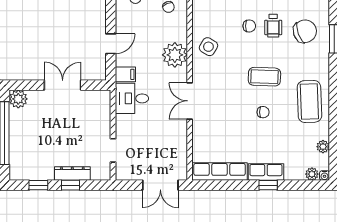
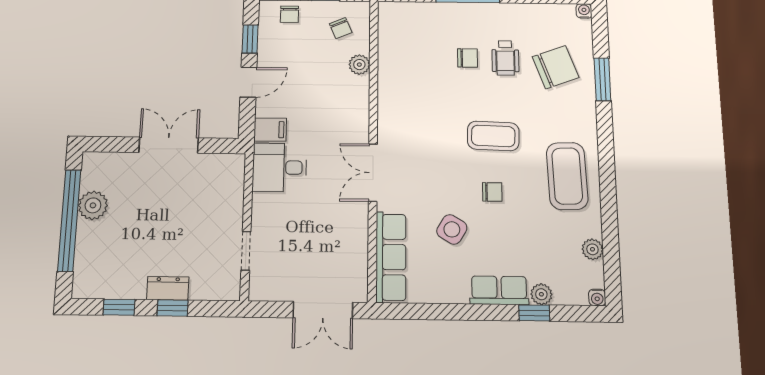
window: (111, 15) -> (250, 39), added
side table: (208, 47) -> (452, 229), moved
plant: (175, 55) -> (359, 65), moved, width x0.53, depth x0.53
plant: (18, 99) -> (93, 205), moved
row of seats: (220, 172) -> (391, 257), moved, turned 90
dresser: (72, 174) -> (168, 288), width x0.70
plant: (312, 174) -> (541, 294), moved
window: (268, 185) -> (534, 313), moved

